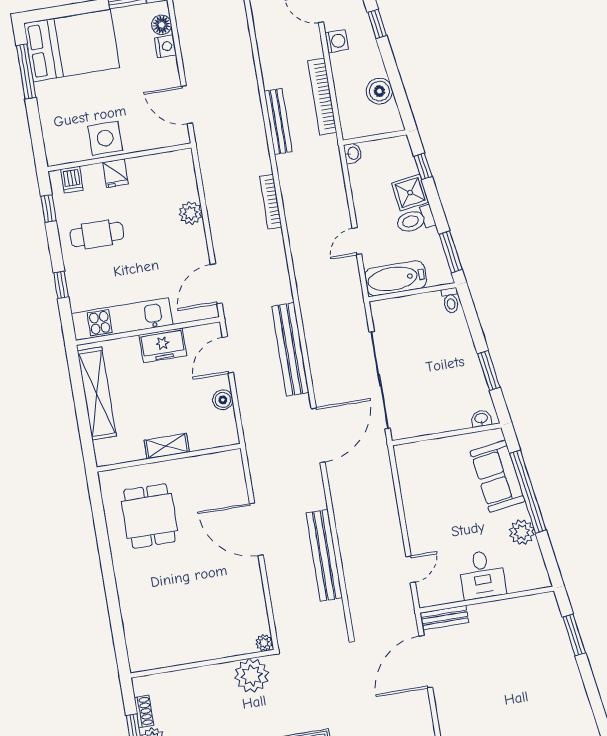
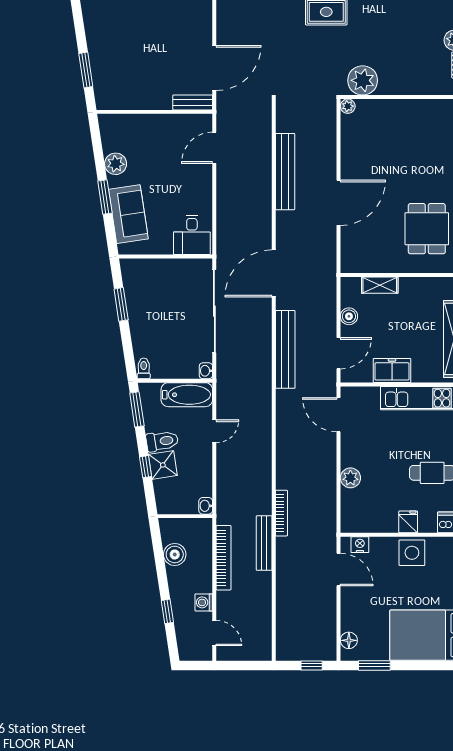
nightstand: (165, 46) -> (360, 545), moved, turned 90
window: (423, 166) -> (146, 467), moved
bookcase: (271, 202) -> (281, 513), moved
door: (216, 284) -> (339, 415), swing flipped
washbasin: (481, 419) -> (206, 371), moved, turned 90
shelving: (167, 446) -> (380, 285), moved
window: (528, 492) -> (105, 197), width x0.47
door: (256, 529) -> (339, 203), hinge flipped
door: (411, 569) -> (214, 148), width x1.38
desk: (482, 575) -> (192, 235), moved, turned 180

